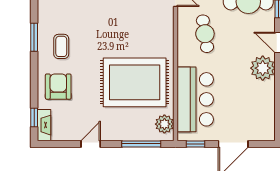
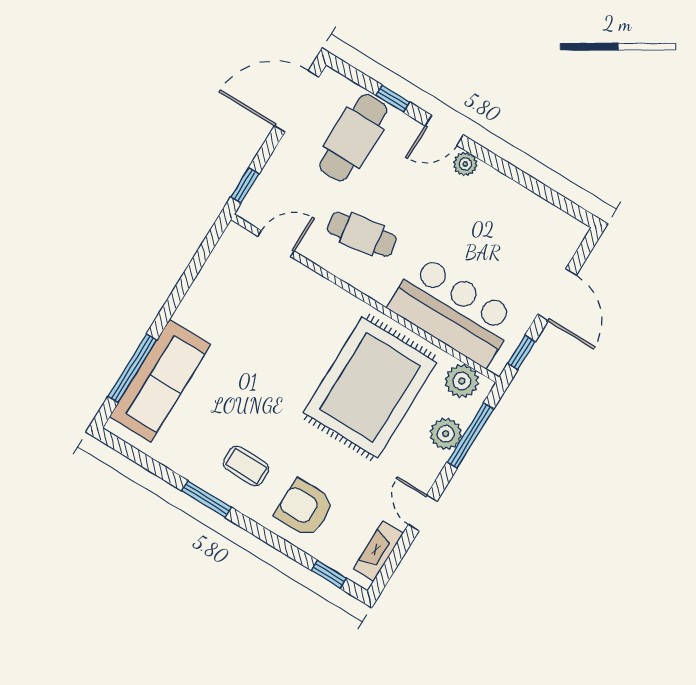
plant: (263, 68) -> (465, 164), width x0.53, depth x0.53
fireplace: (44, 125) -> (378, 551), moved, turned -90
plant: (135, 132) -> (446, 434), added

